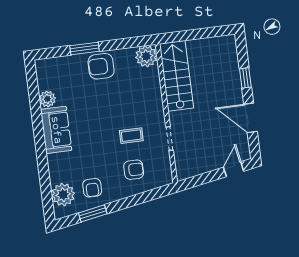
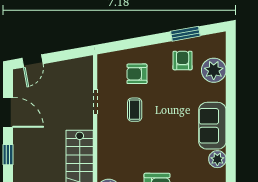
coffee table: (131, 136) -> (135, 110), turned 90
plant: (63, 195) -> (214, 70), moved

